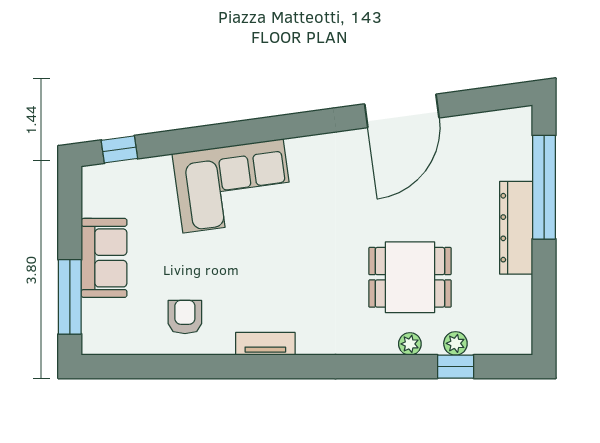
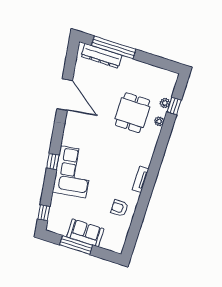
window: (242, 133) -> (53, 162), added
dresser: (516, 228) -> (101, 56), moved
window: (70, 297) -> (76, 245), moved

